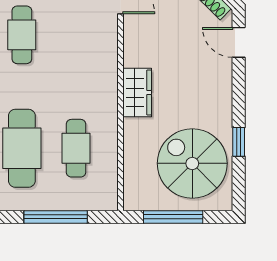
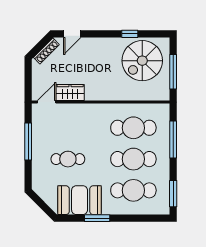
wardrobe: (137, 93) -> (70, 92), moved
cafe table: (76, 148) -> (133, 128), width x1.37, depth x1.35

